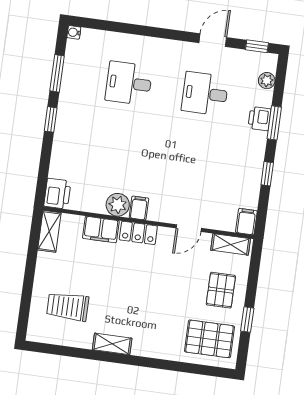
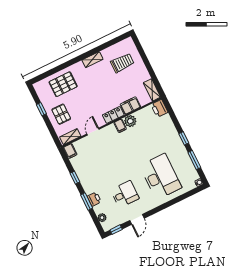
desk: (129, 83) -> (161, 177), width x1.87, depth x1.30
pallet: (209, 339) -> (63, 84), moved

